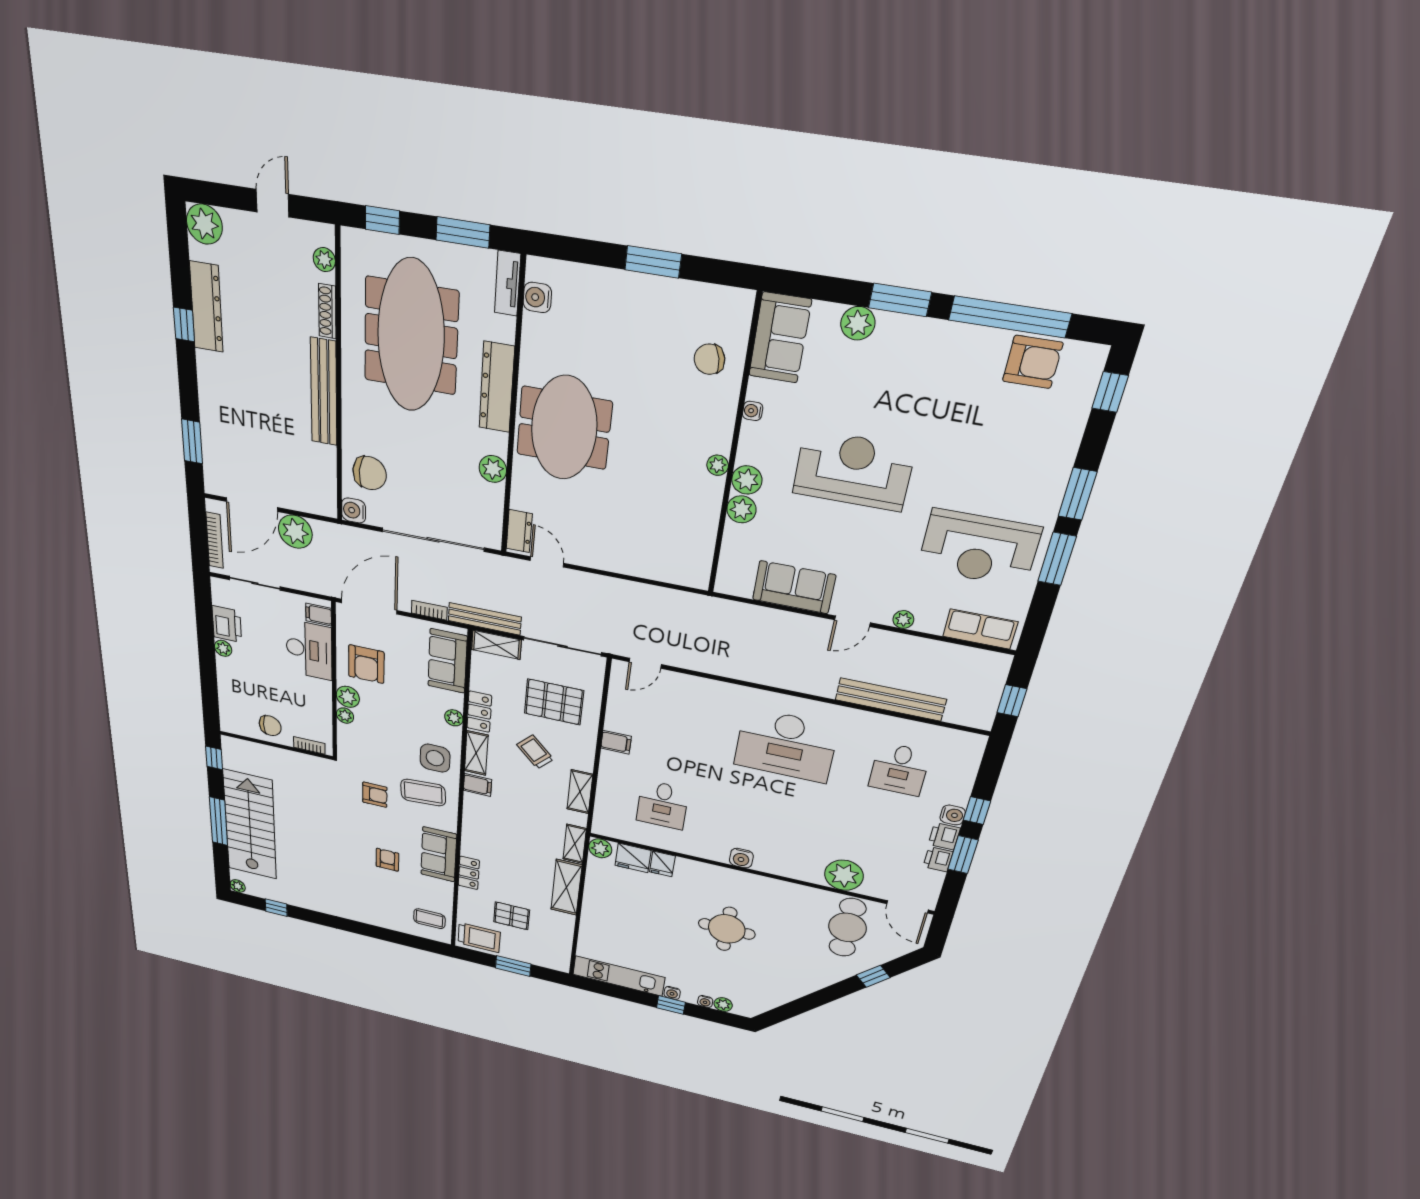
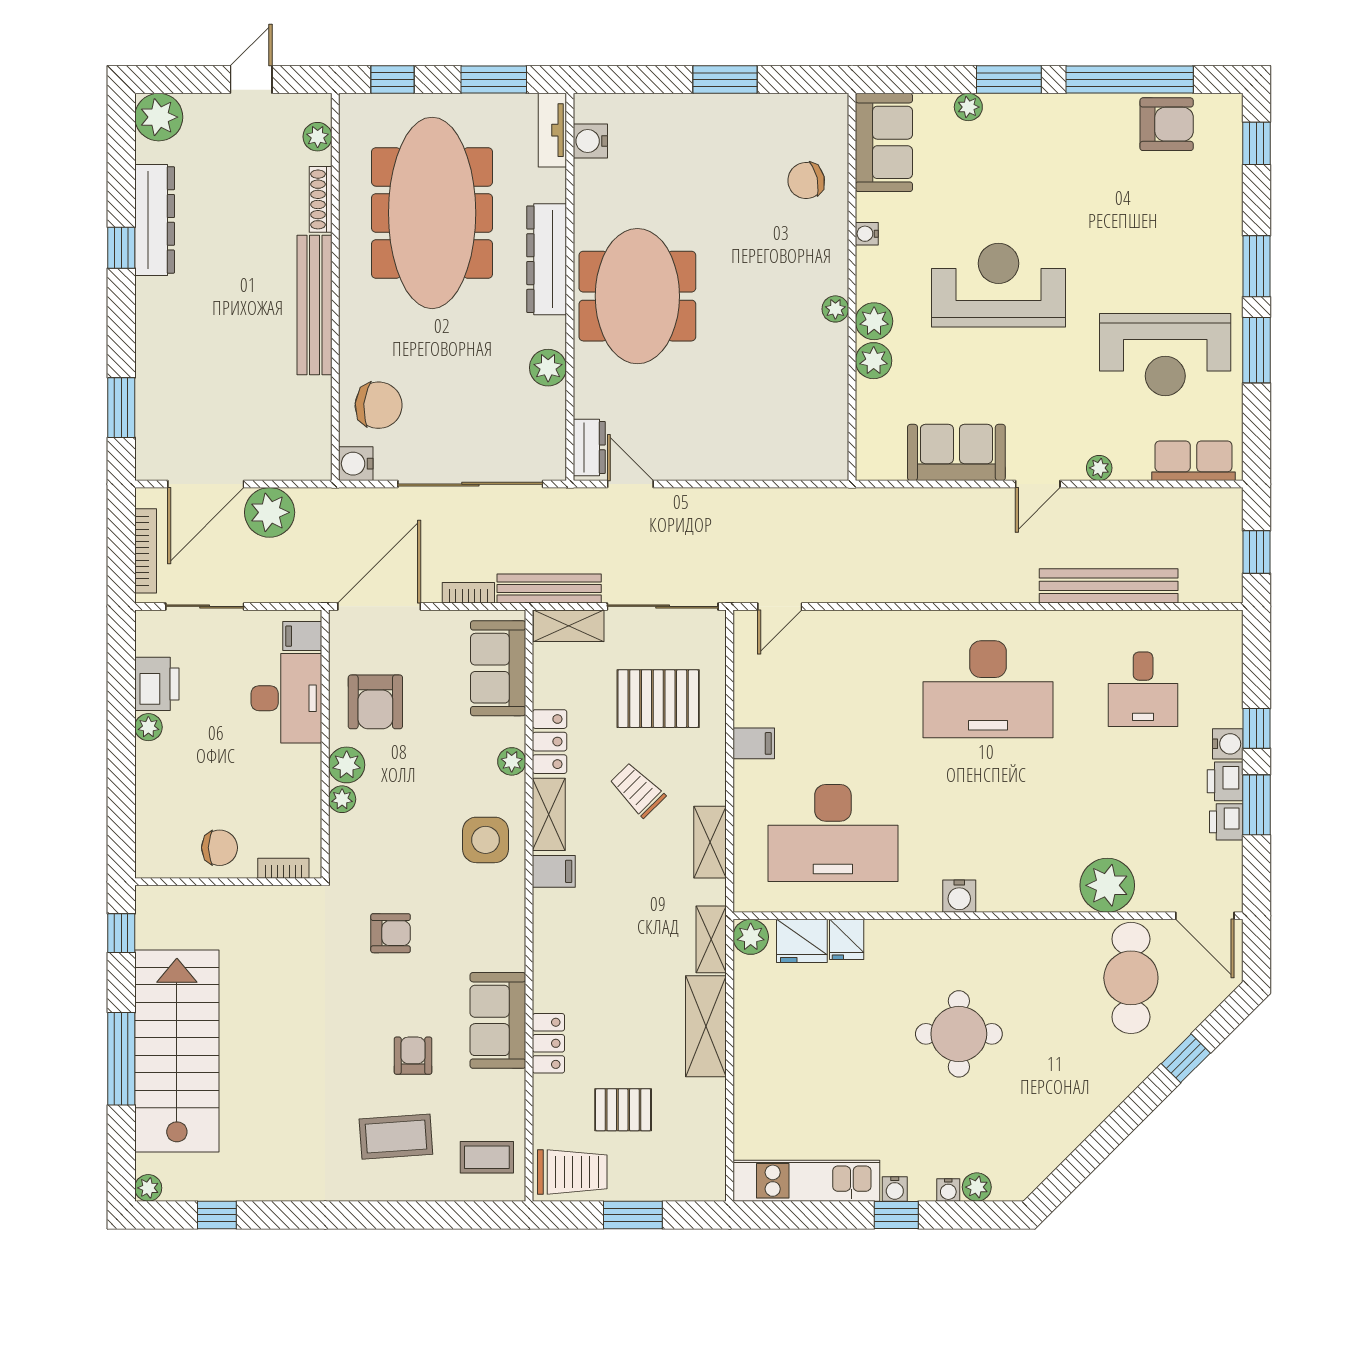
plant: (858, 323) -> (968, 107), width x0.73, depth x0.73
coffee table: (423, 793) -> (396, 1137), moved
desk: (662, 805) -> (833, 833), width x1.87, depth x1.30

